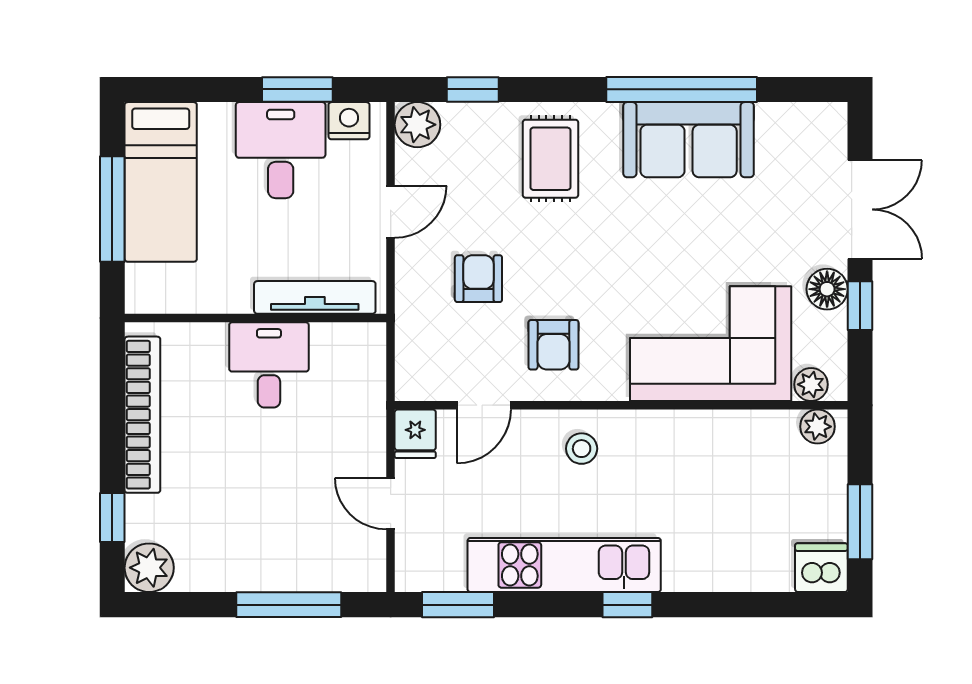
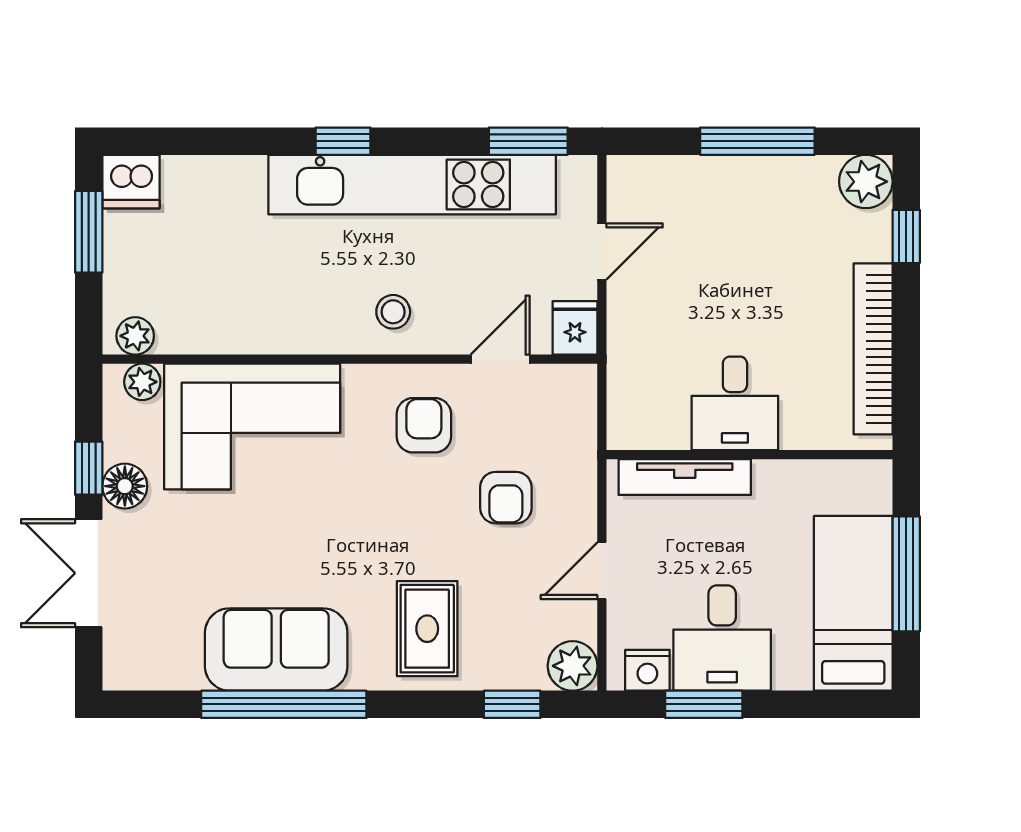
door: (391, 504) -> (602, 252), hinge flipped
kitchen unit: (564, 565) -> (412, 185), width x1.36
window: (289, 605) -> (757, 141), moved

